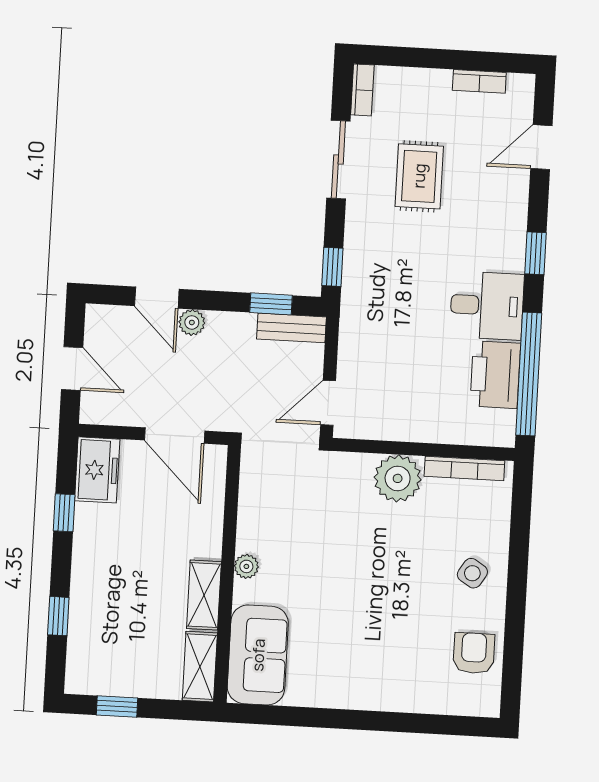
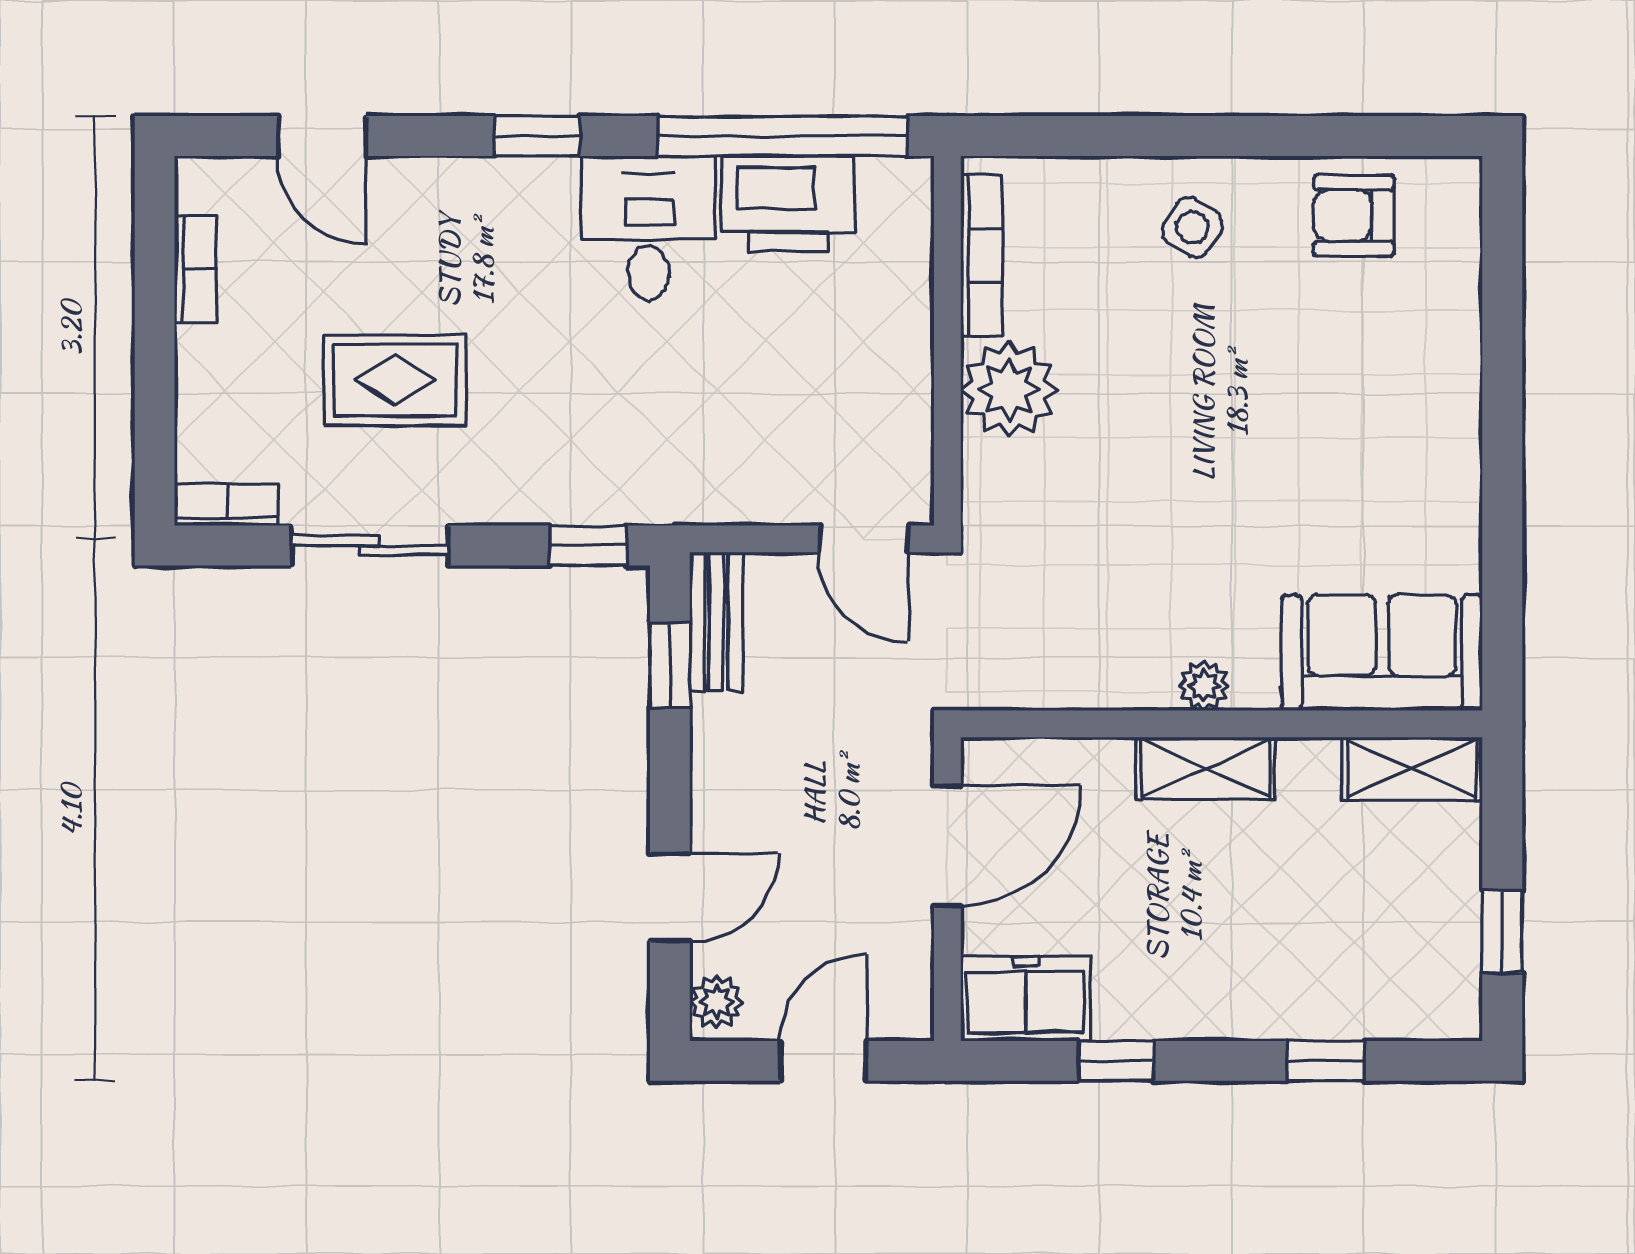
plant: (192, 322) -> (716, 1002), moved
shelving: (204, 595) -> (1205, 768), moved

